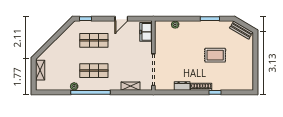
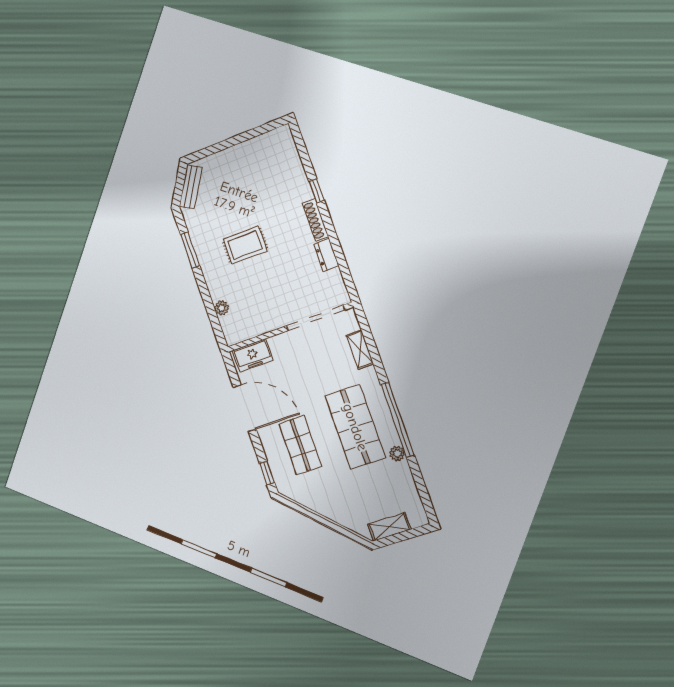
door: (121, 19) -> (245, 408), width x1.88
rug: (215, 55) -> (245, 245), moved, turned 90
shop shelf: (94, 71) -> (355, 427), width x1.43, depth x1.36

